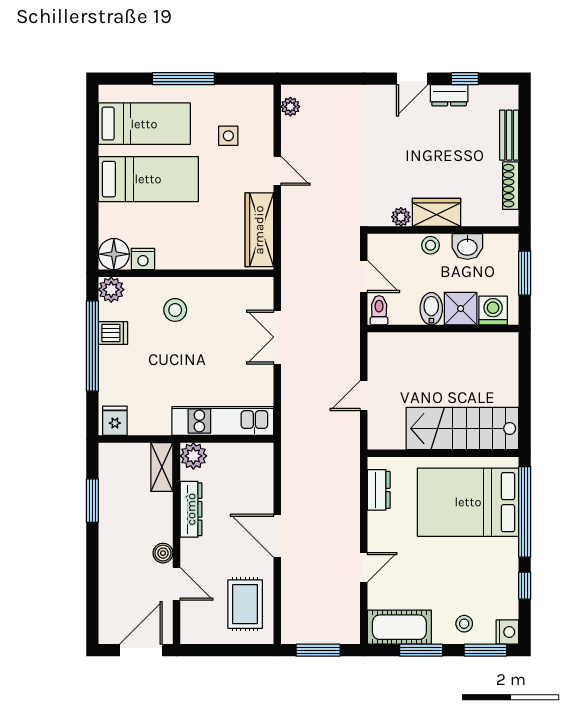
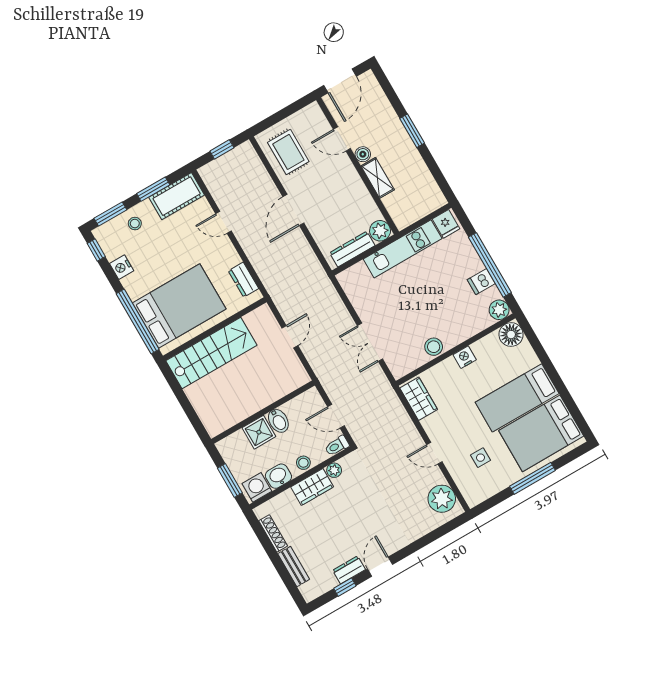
plant: (290, 107) -> (442, 499), width x1.88, depth x1.88
bed: (144, 124) -> (541, 433), width x1.50
wardrobe: (259, 230) -> (419, 399), width x0.67
nightstand: (143, 259) -> (465, 357), moved
stool: (175, 310) -> (434, 347), moved
toilet: (379, 310) -> (337, 446), moved, turned 90
washing machine: (493, 311) -> (257, 487), moved, turned 180
double door: (277, 337) -> (370, 342), swing flipped
kitchen unit: (223, 421) -> (403, 249), moved
shelving: (162, 467) -> (378, 178), moved
window: (92, 501) -> (412, 131), moved
dresser: (191, 509) -> (352, 249), moved, turned 90
door: (277, 536) -> (293, 210), swing flipped
door: (364, 567) -> (224, 222), hinge flipped
window: (525, 586) -> (96, 250), moved
nightstand: (507, 632) -> (122, 267), moved
window: (318, 650) -> (222, 149), width x0.67

